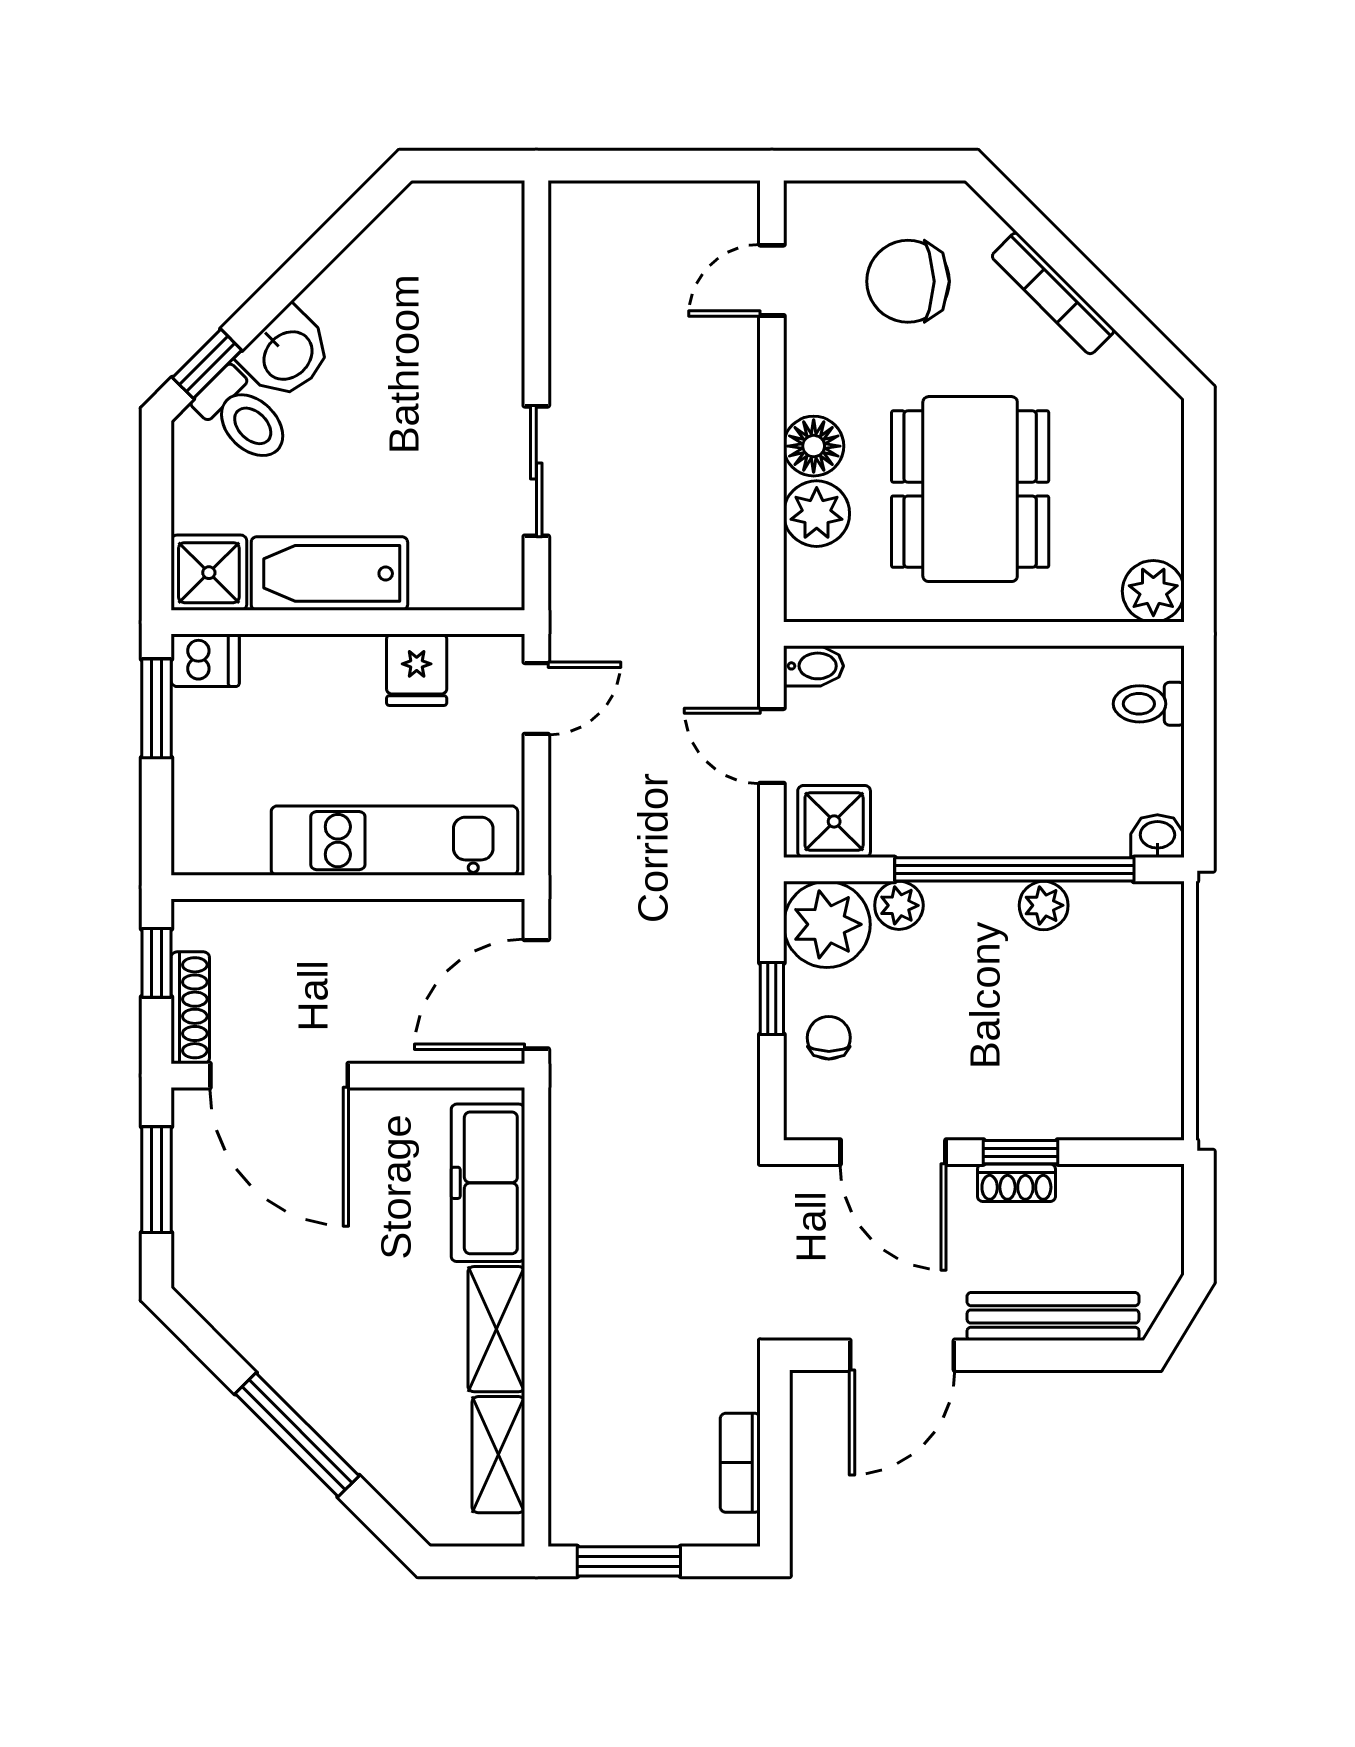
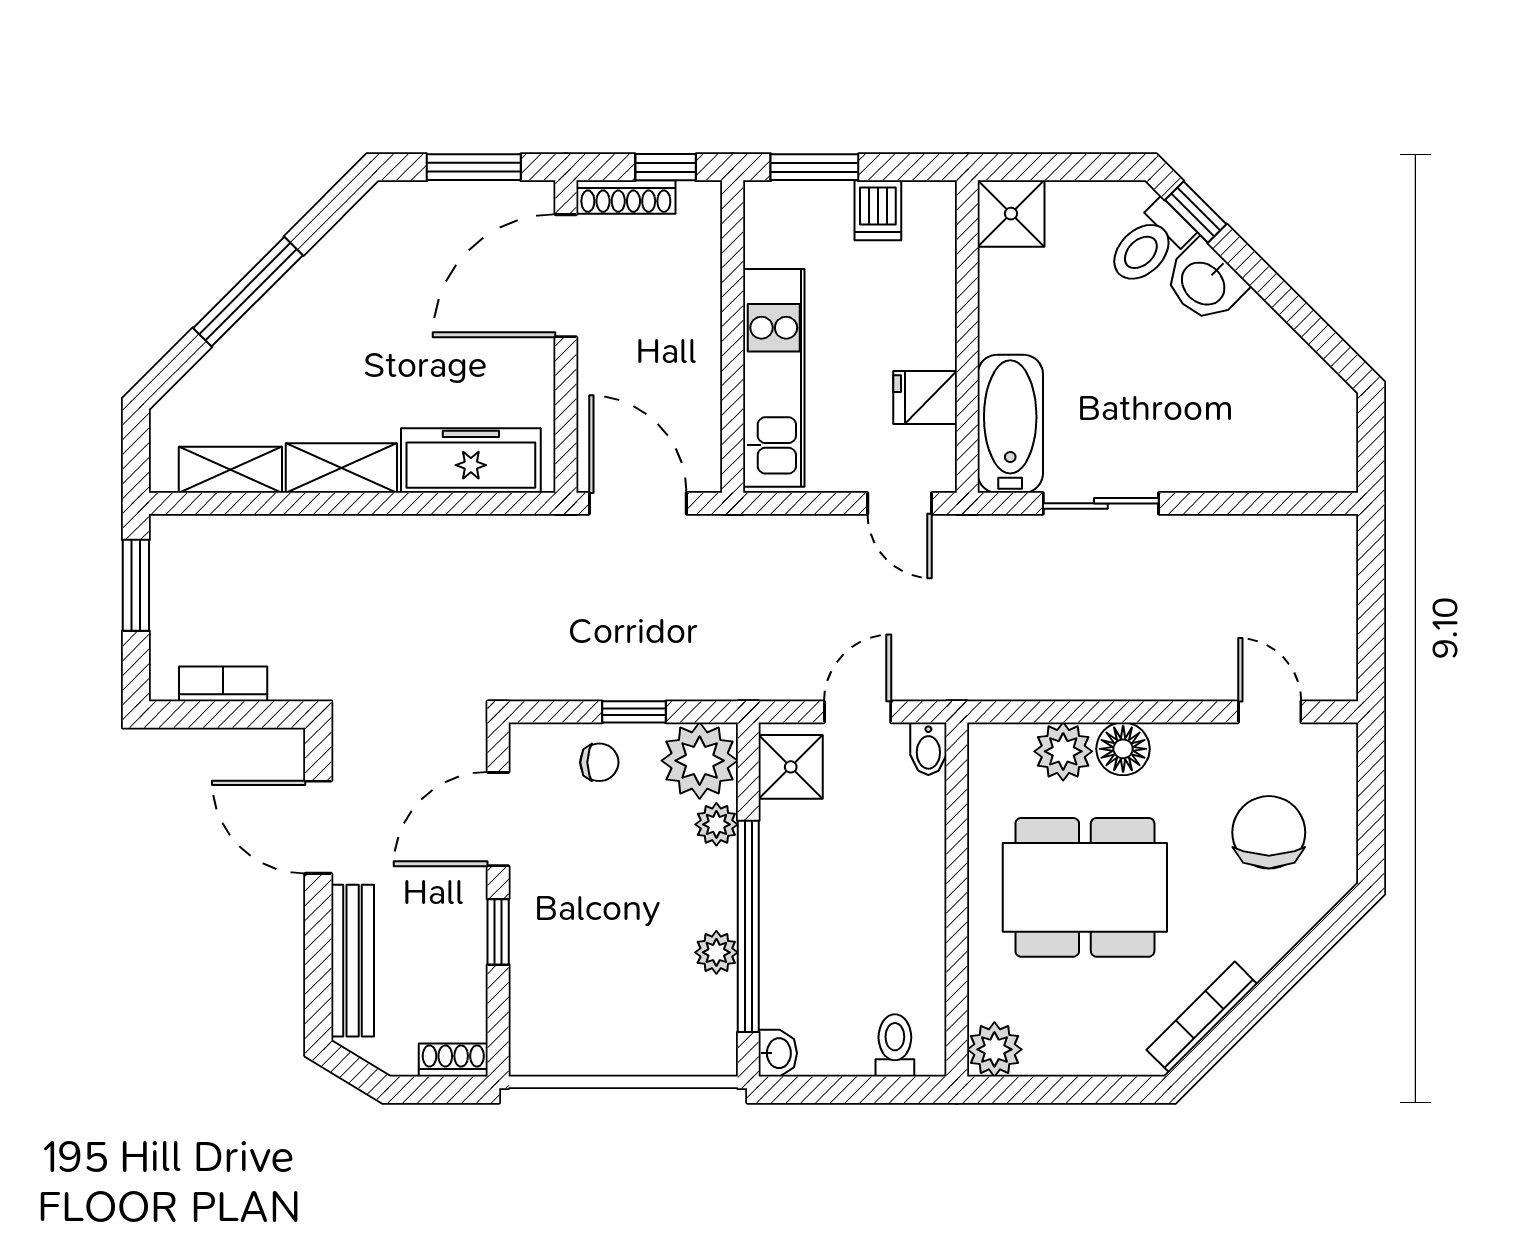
bookcase: (1053, 293) -> (1202, 1017), moved
bathtub: (329, 573) -> (1010, 424), moved
dishwasher: (205, 660) -> (878, 210), moved
window: (156, 708) -> (814, 167), moved
shoe rack: (1016, 1183) -> (453, 1060), moved, turned 90

